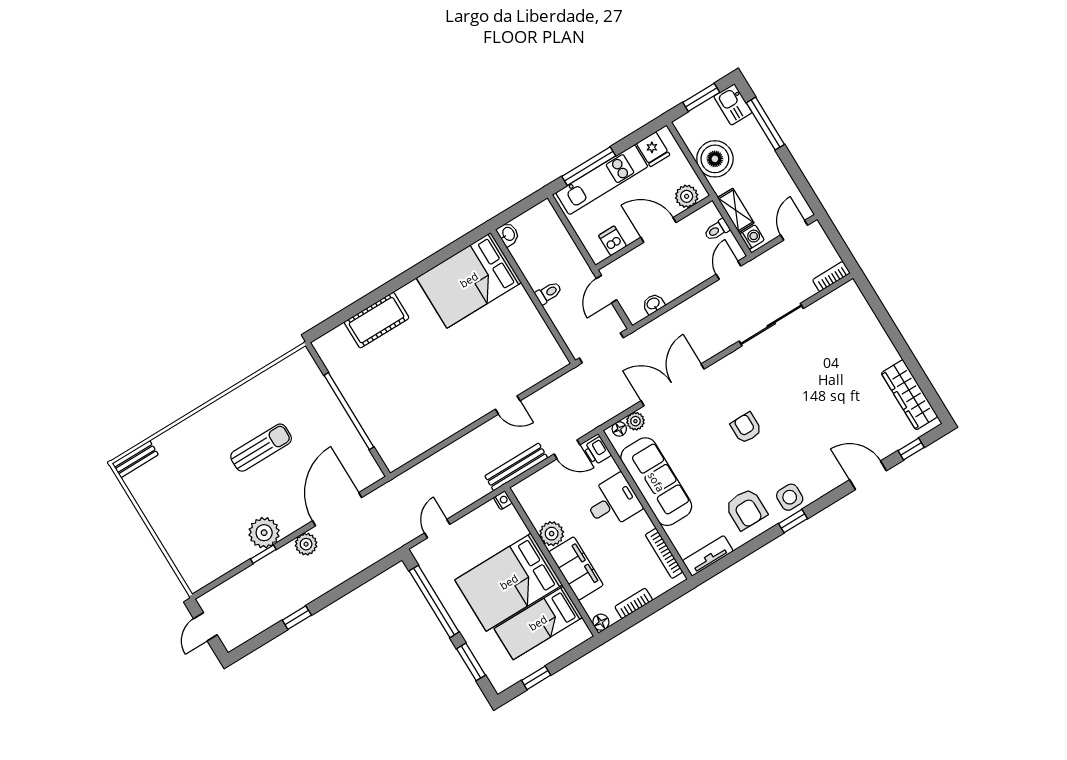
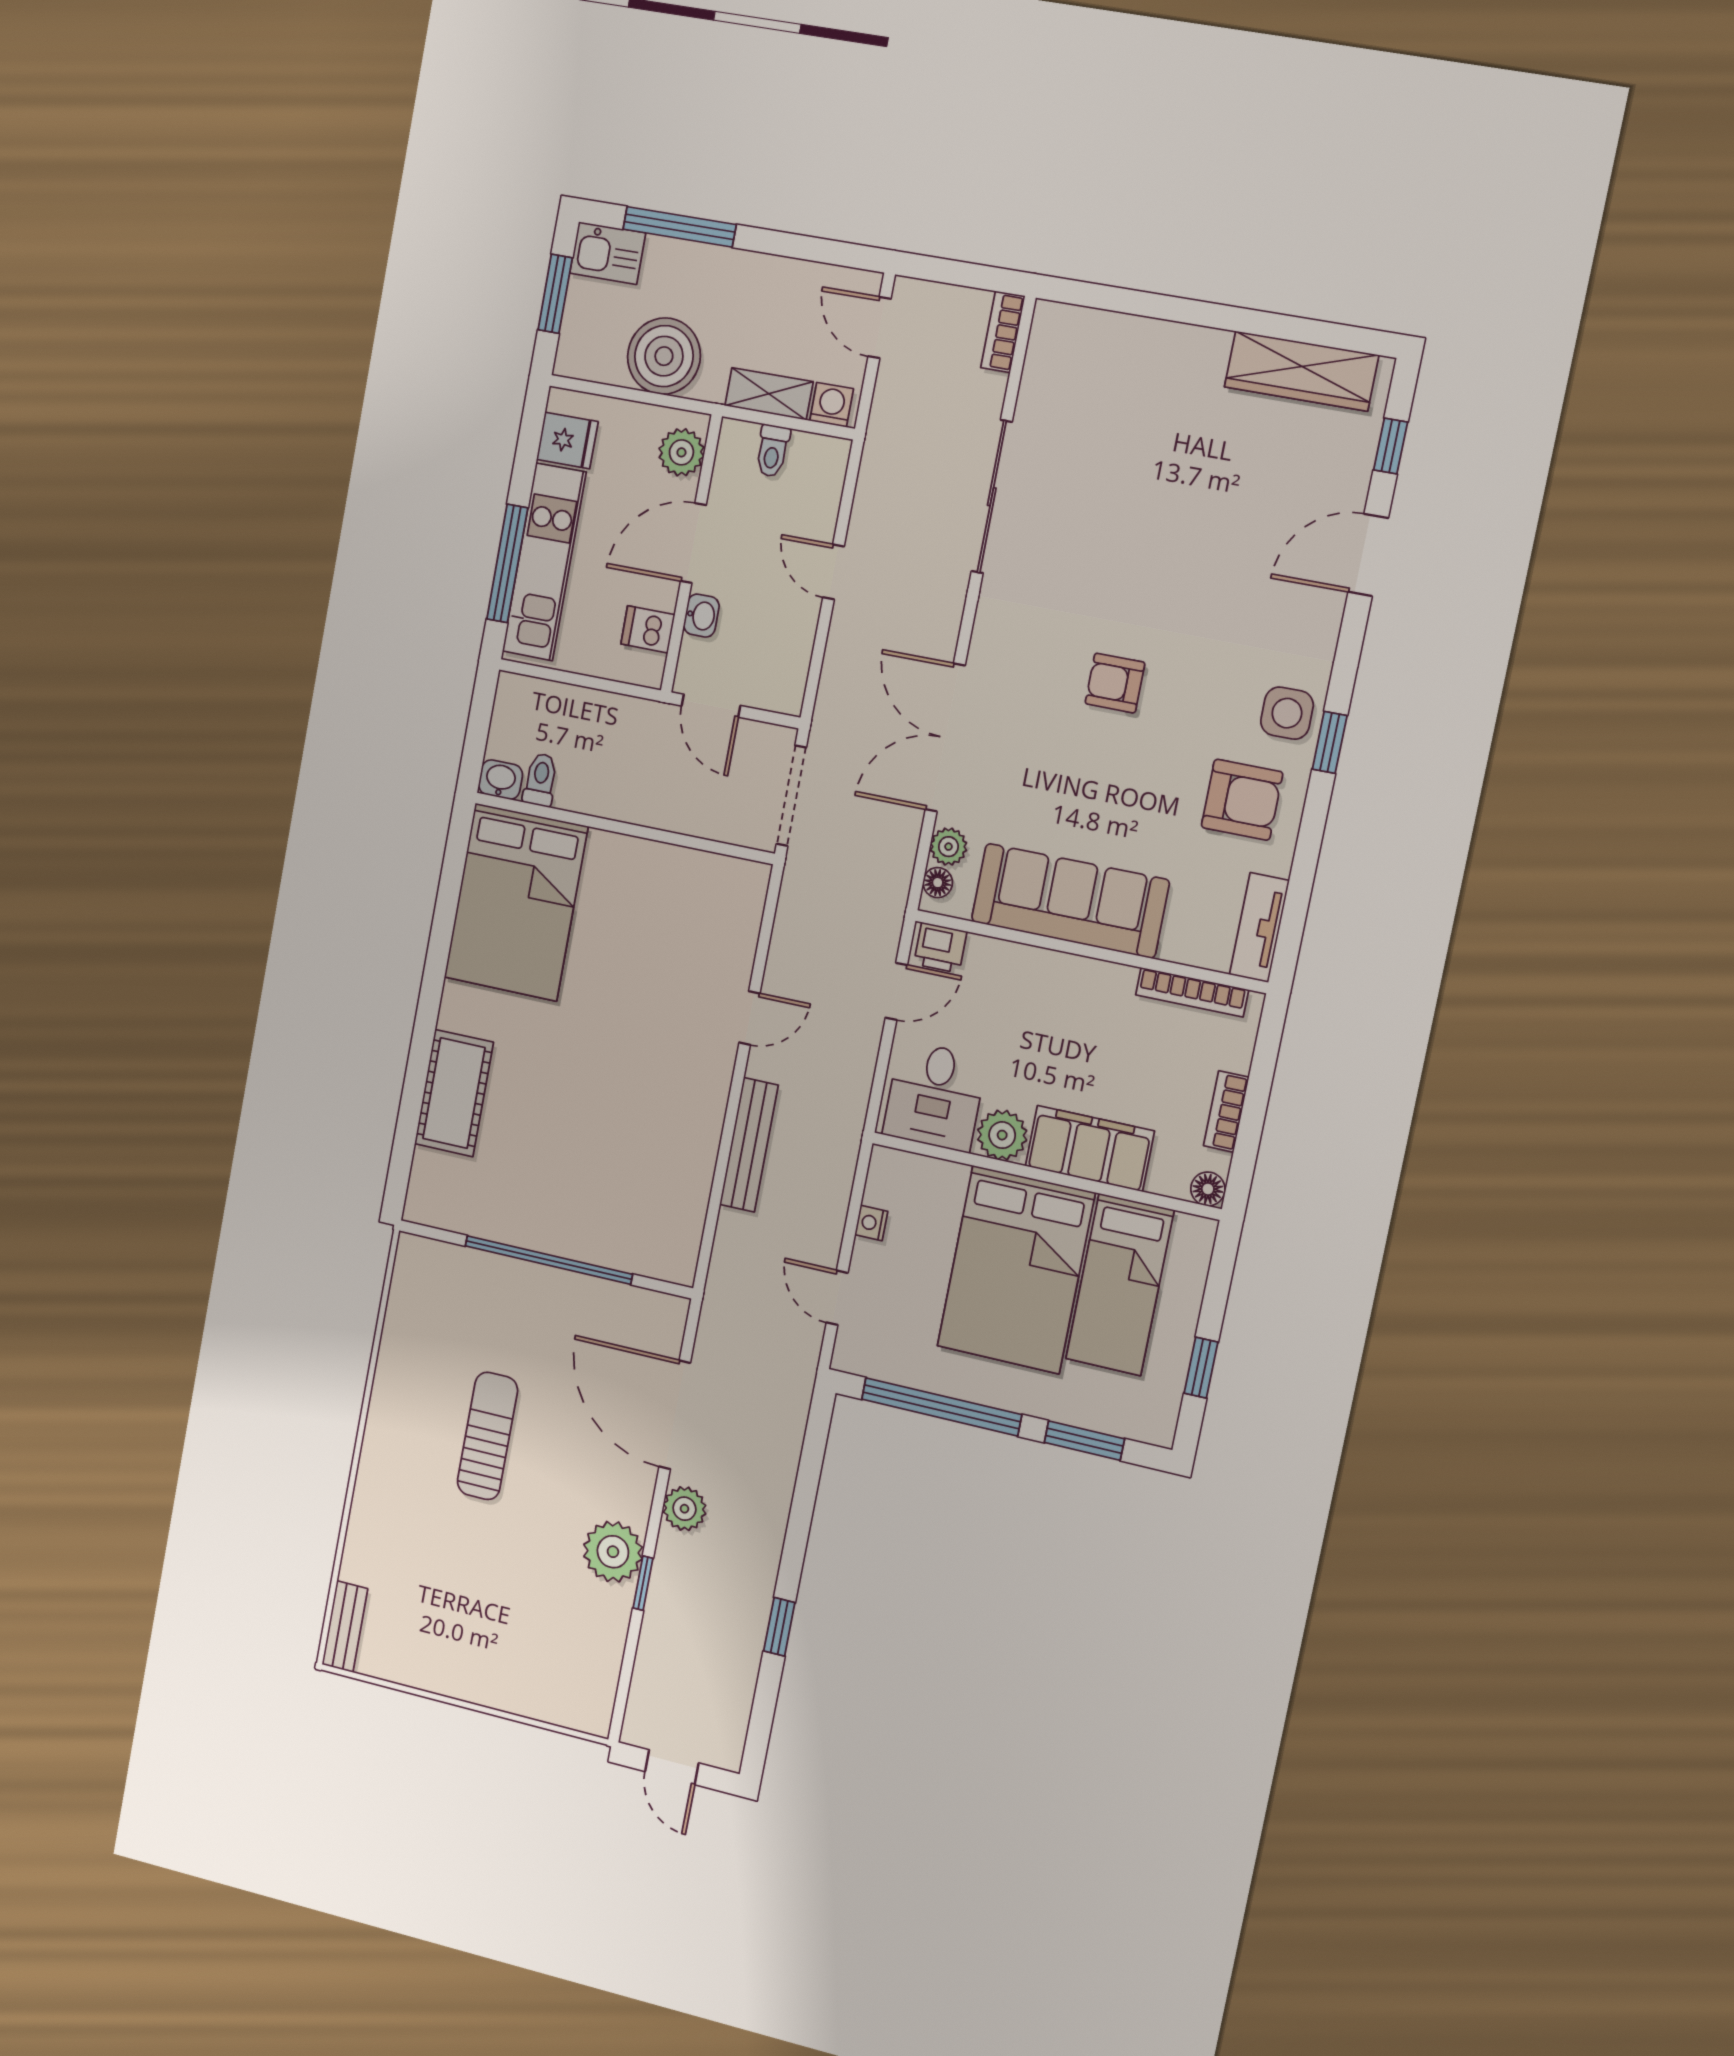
door: (729, 270) -> (833, 572), moved
toilet: (548, 293) -> (540, 780), moved
washbasin: (653, 304) -> (701, 616), moved, turned 180
bench: (516, 467) -> (749, 1145), moved
nightstand: (503, 500) -> (871, 1223), moved, turned -90
desk: (613, 502) -> (935, 1096), moved, turned 180

